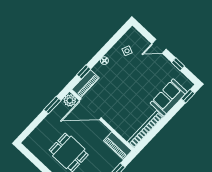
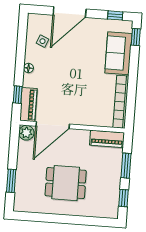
door: (159, 46) -> (70, 12), width x1.88
window: (178, 64) -> (115, 15), moved
window: (52, 105) -> (11, 181), moved

